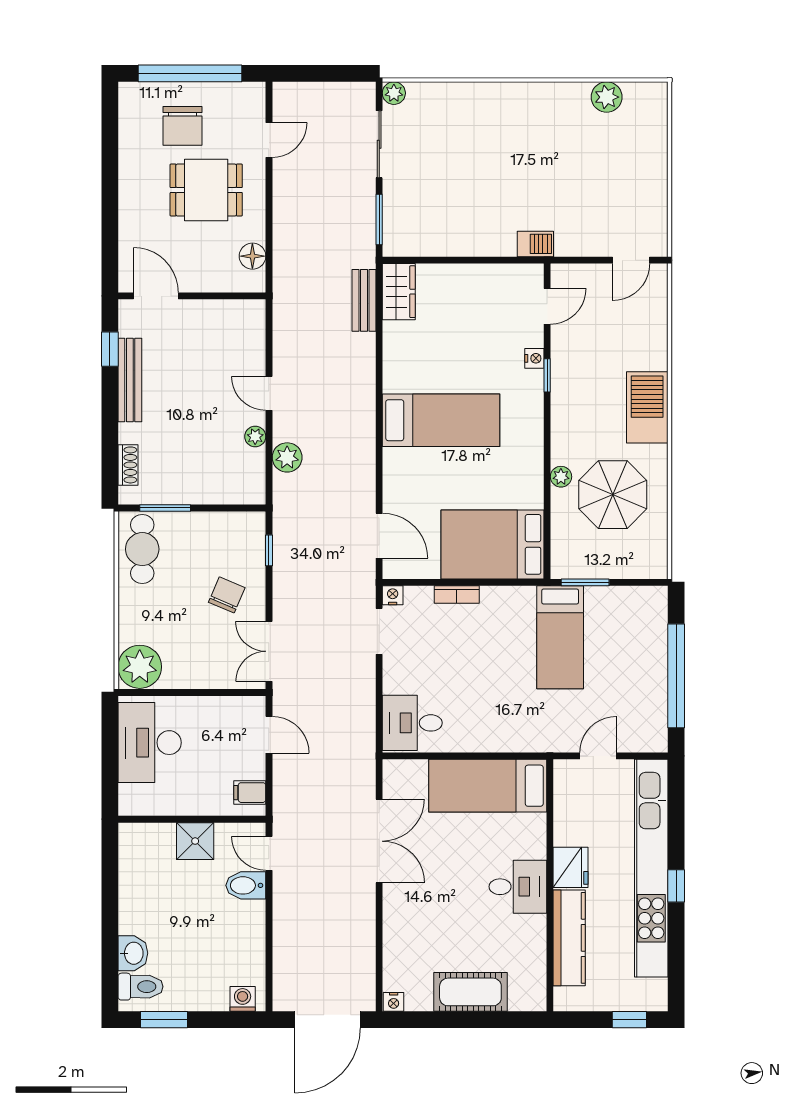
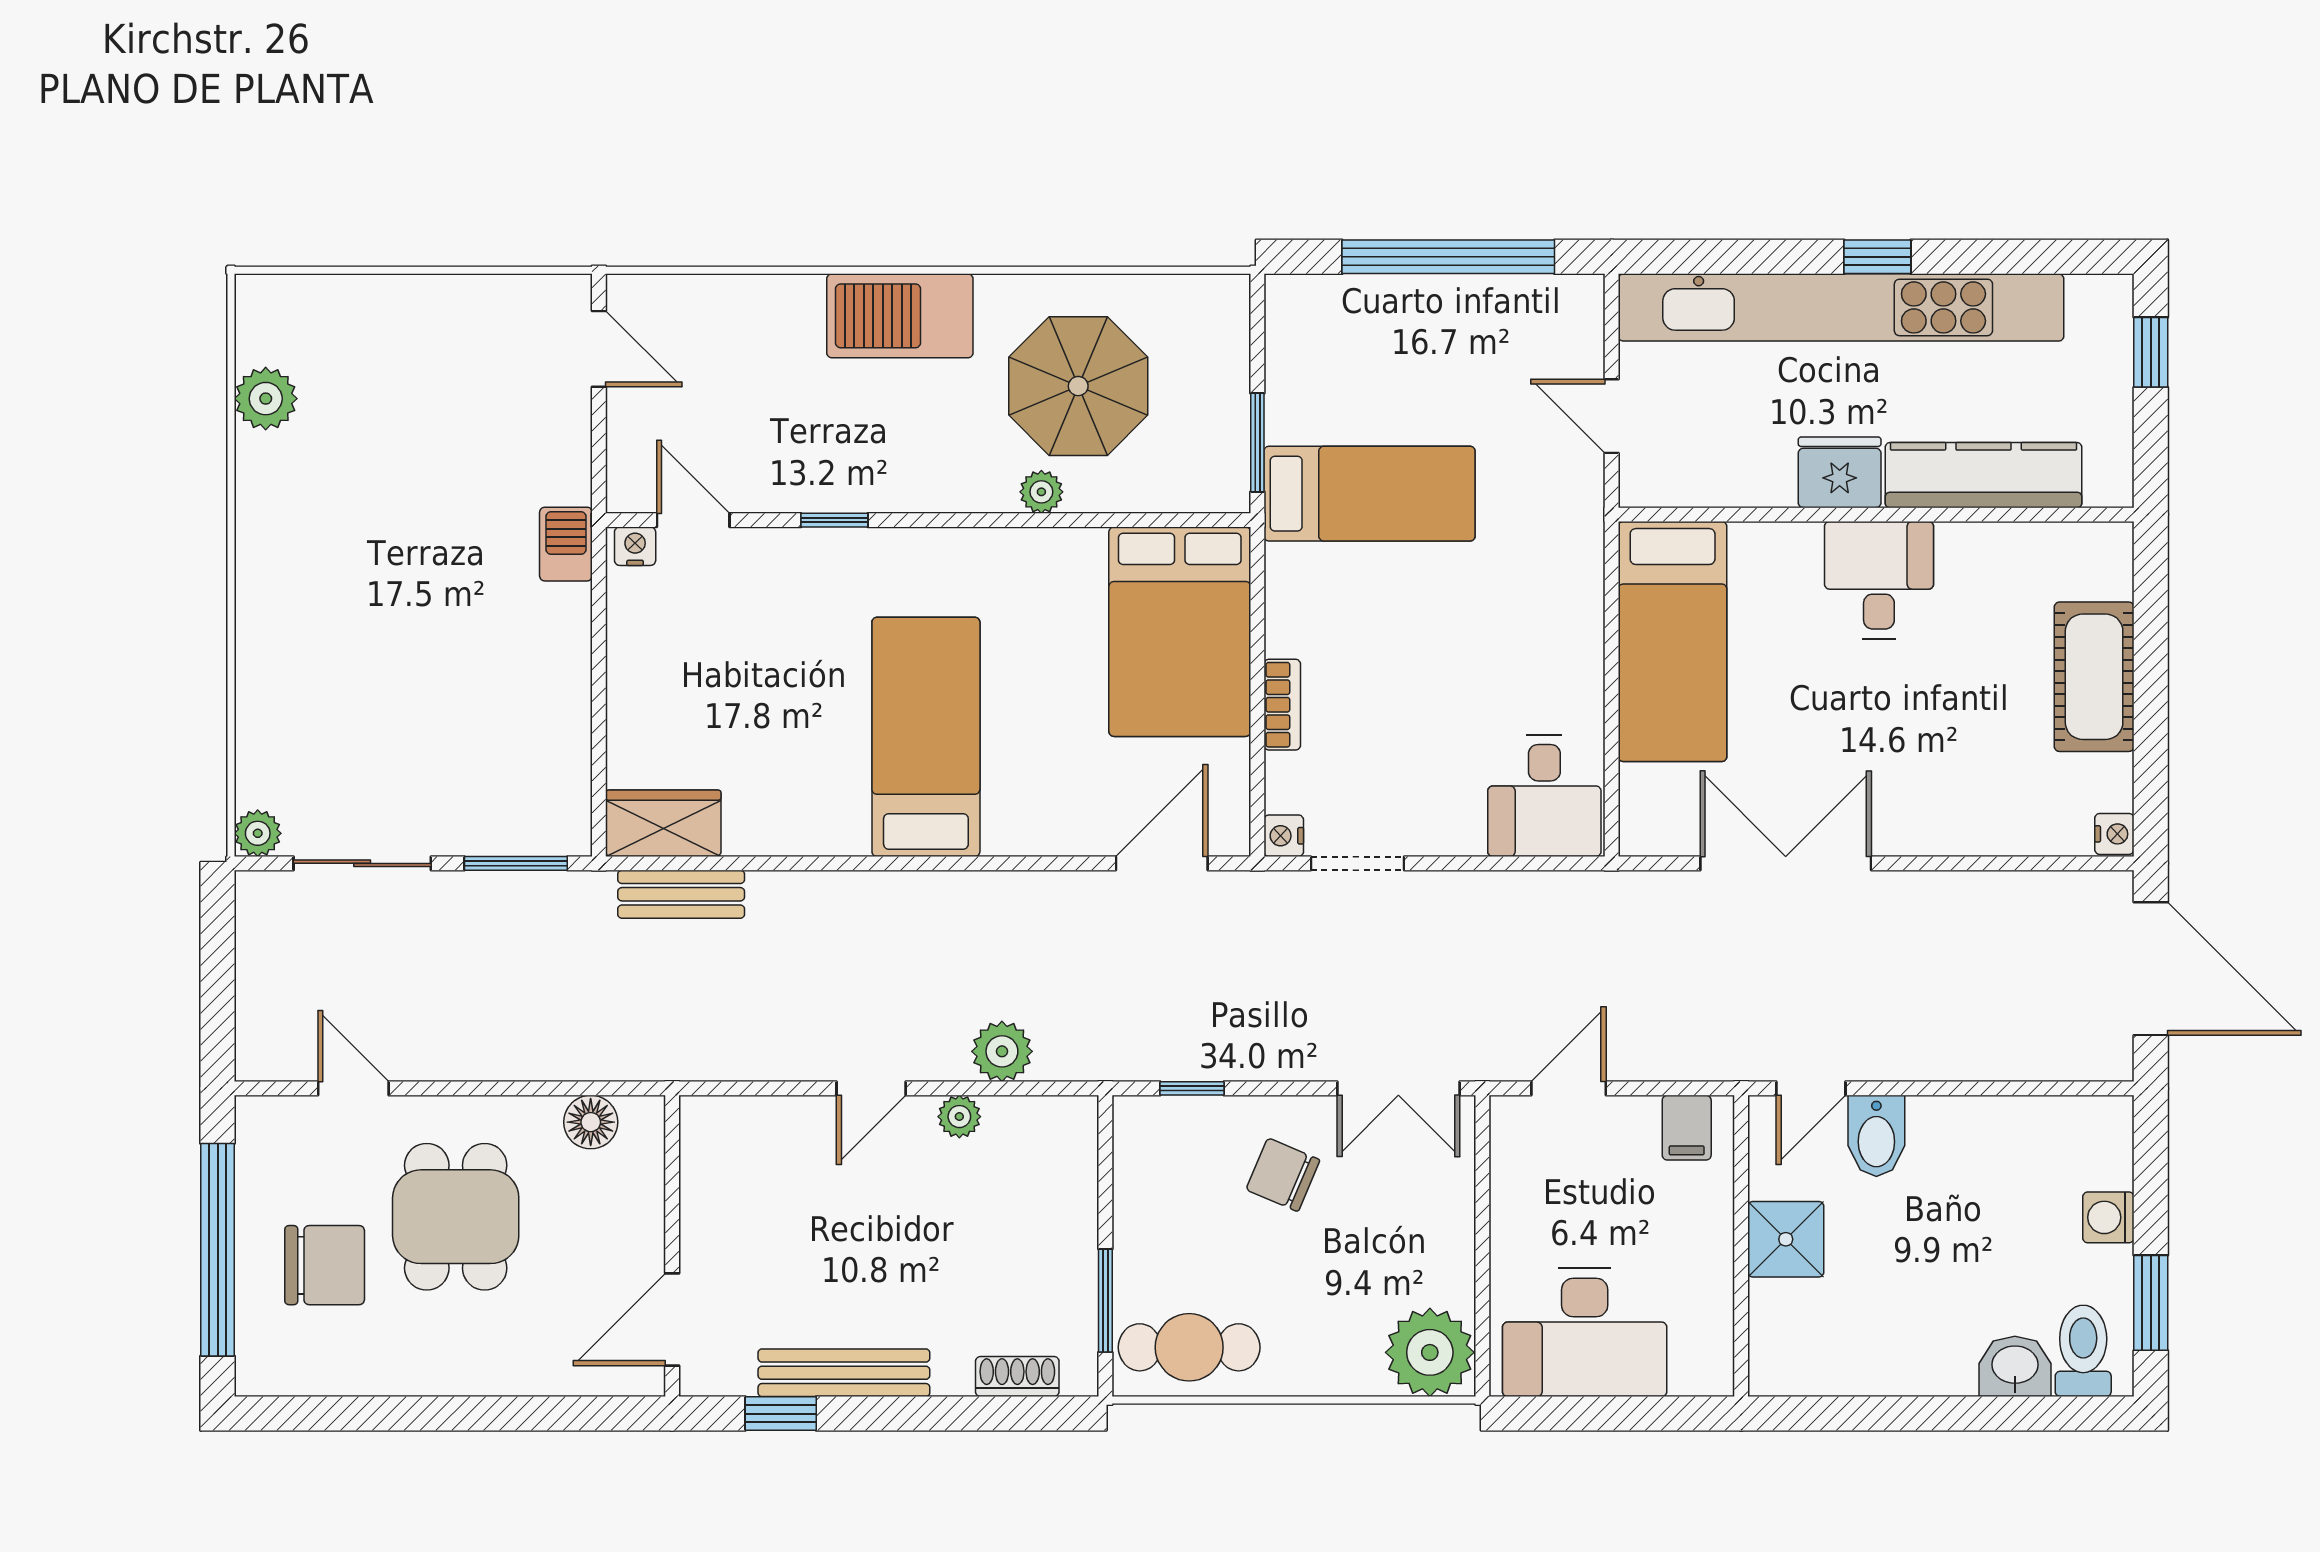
nightstand: (534, 358) -> (635, 546), moved
washing machine: (243, 999) -> (2108, 1217), moved

